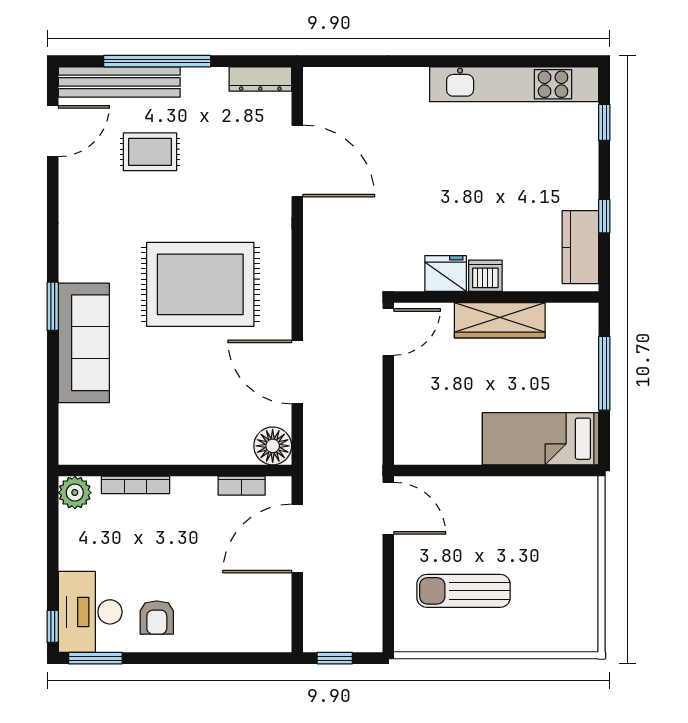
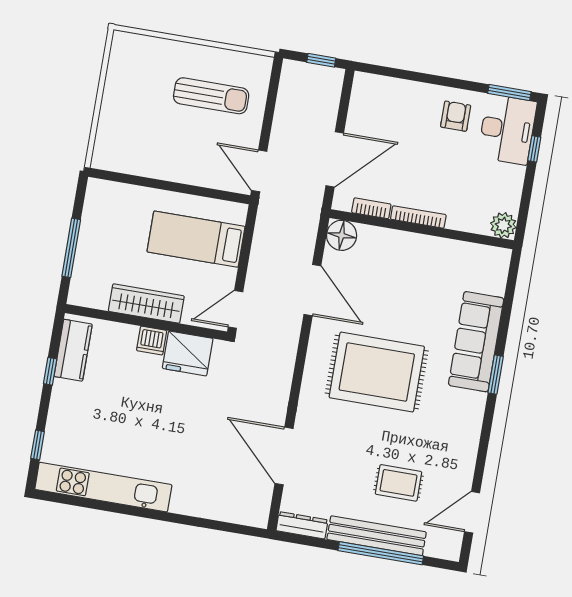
bench: (119, 82) -> (377, 536), moved
fridge: (446, 273) -> (188, 353), width x1.36, depth x1.34
bed: (541, 439) -> (196, 239), moved, turned 180
bookcase: (135, 485) -> (418, 217), moved
window: (53, 626) -> (534, 149), moved

